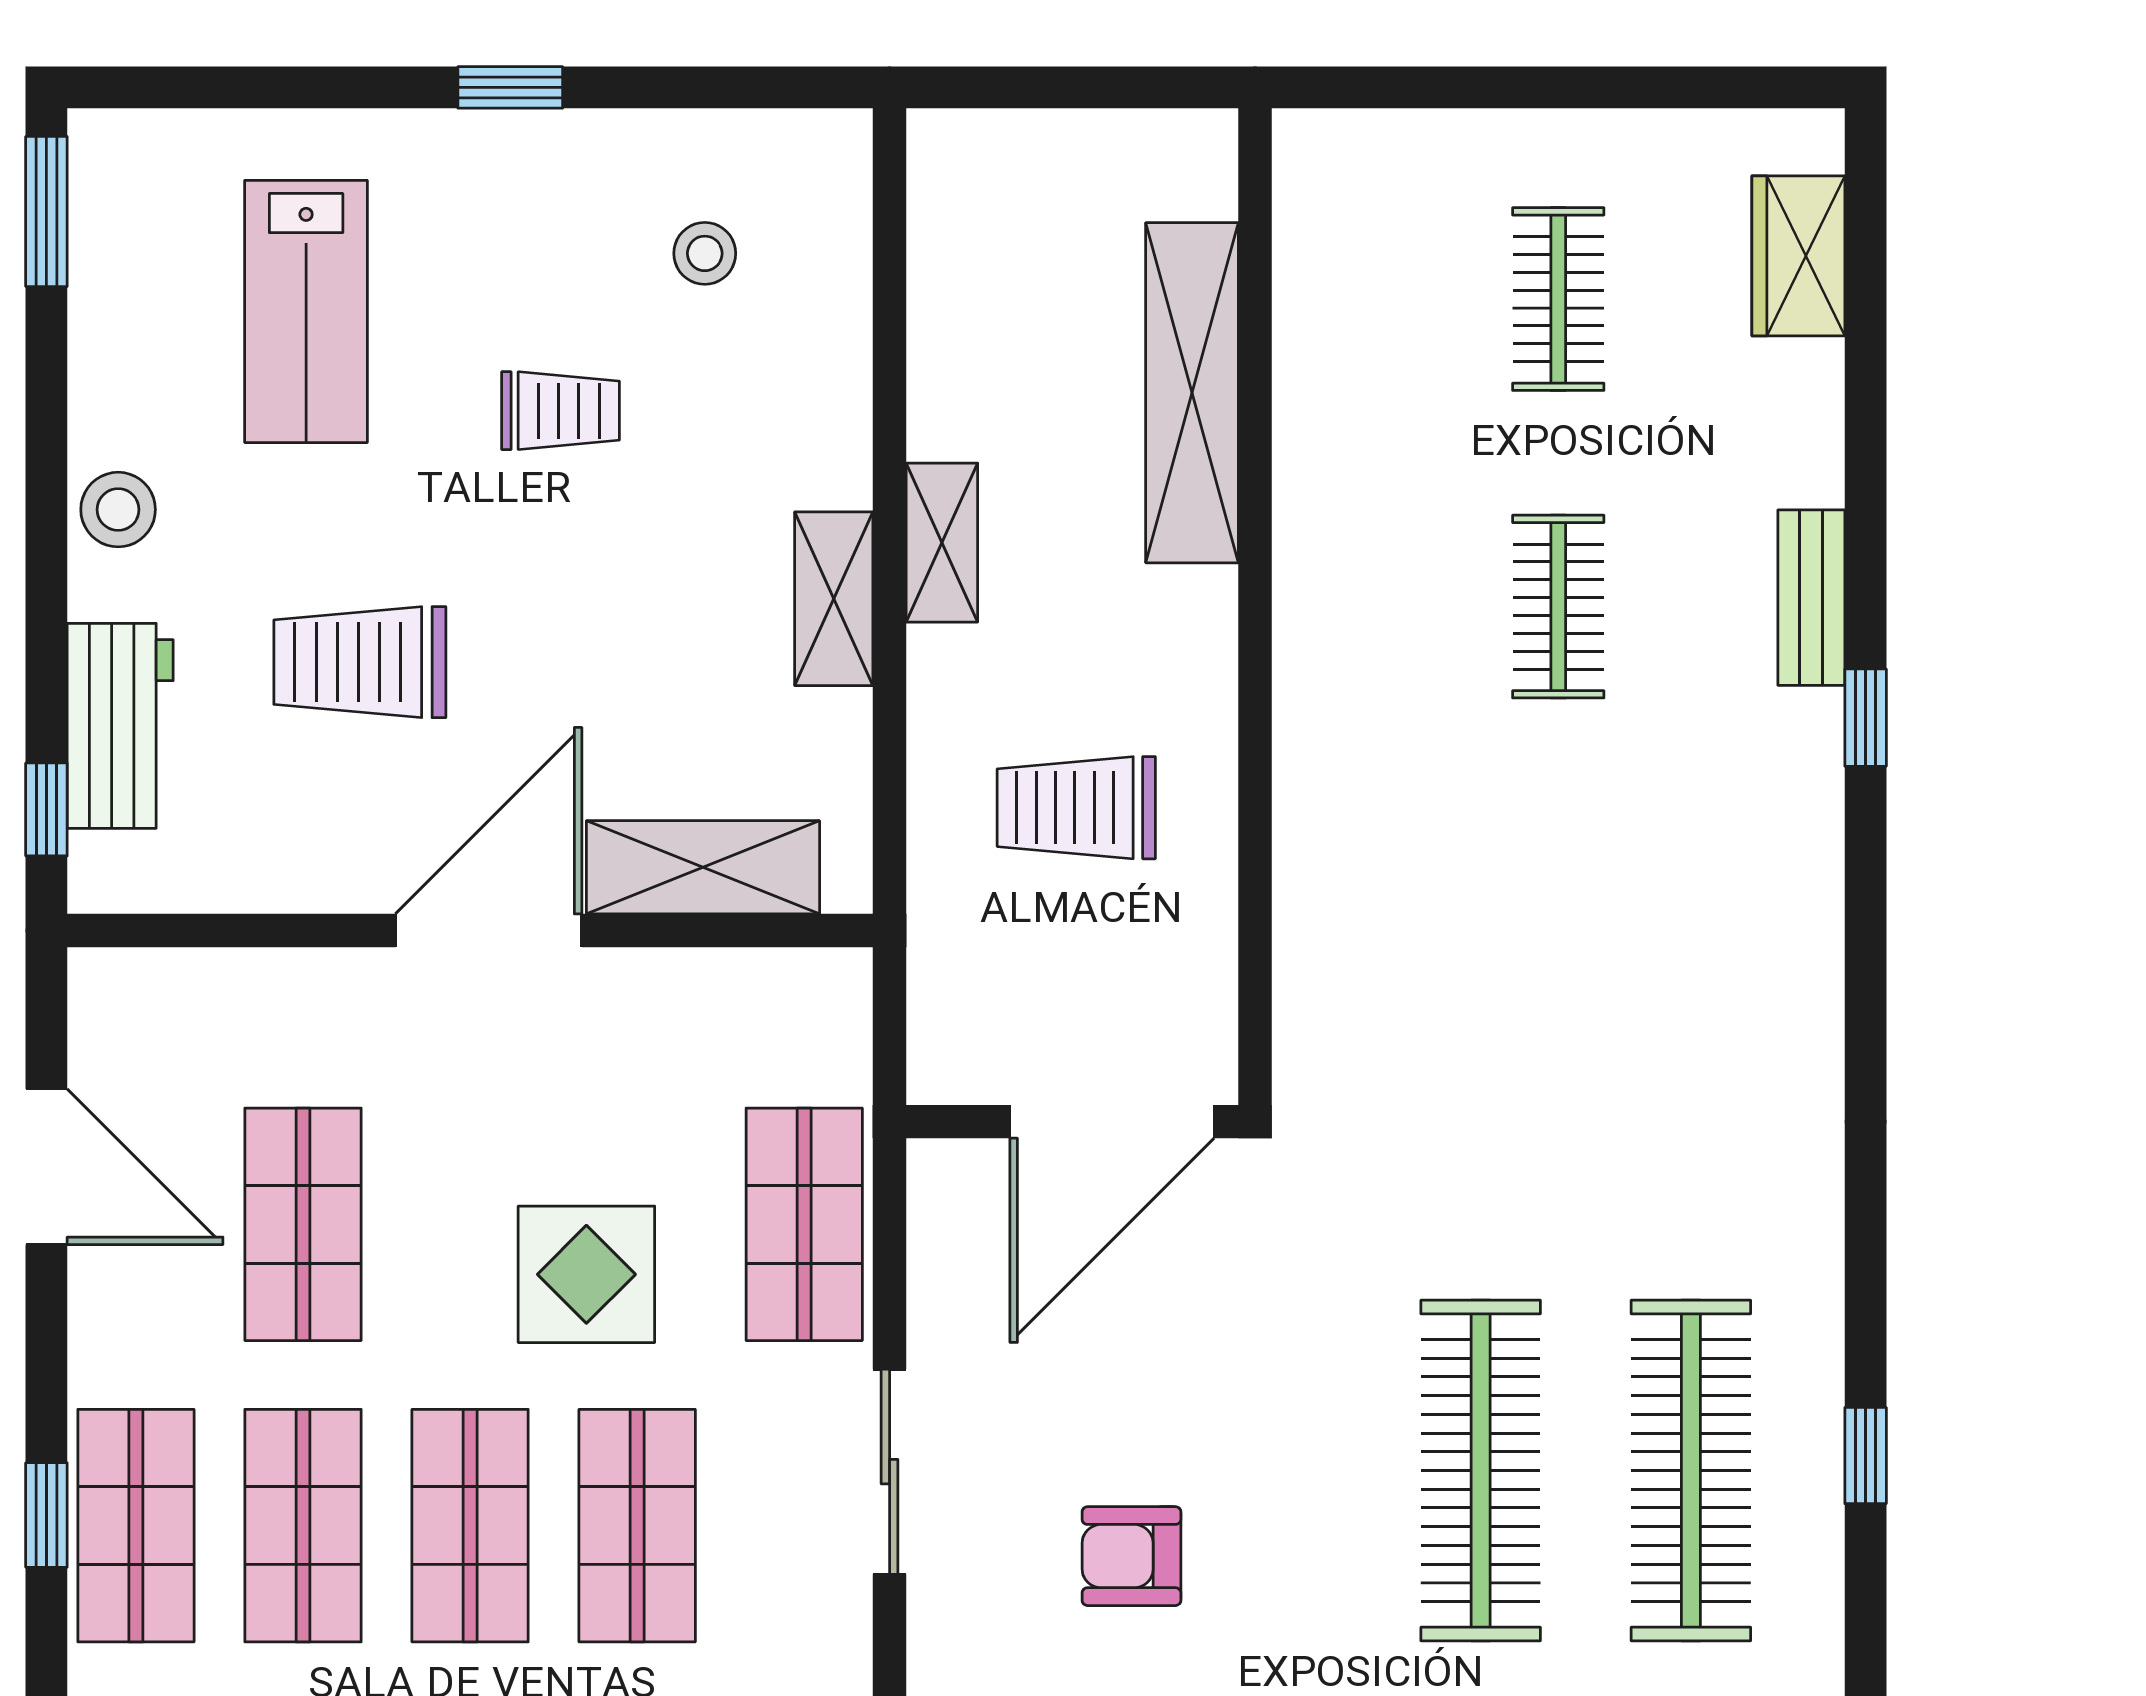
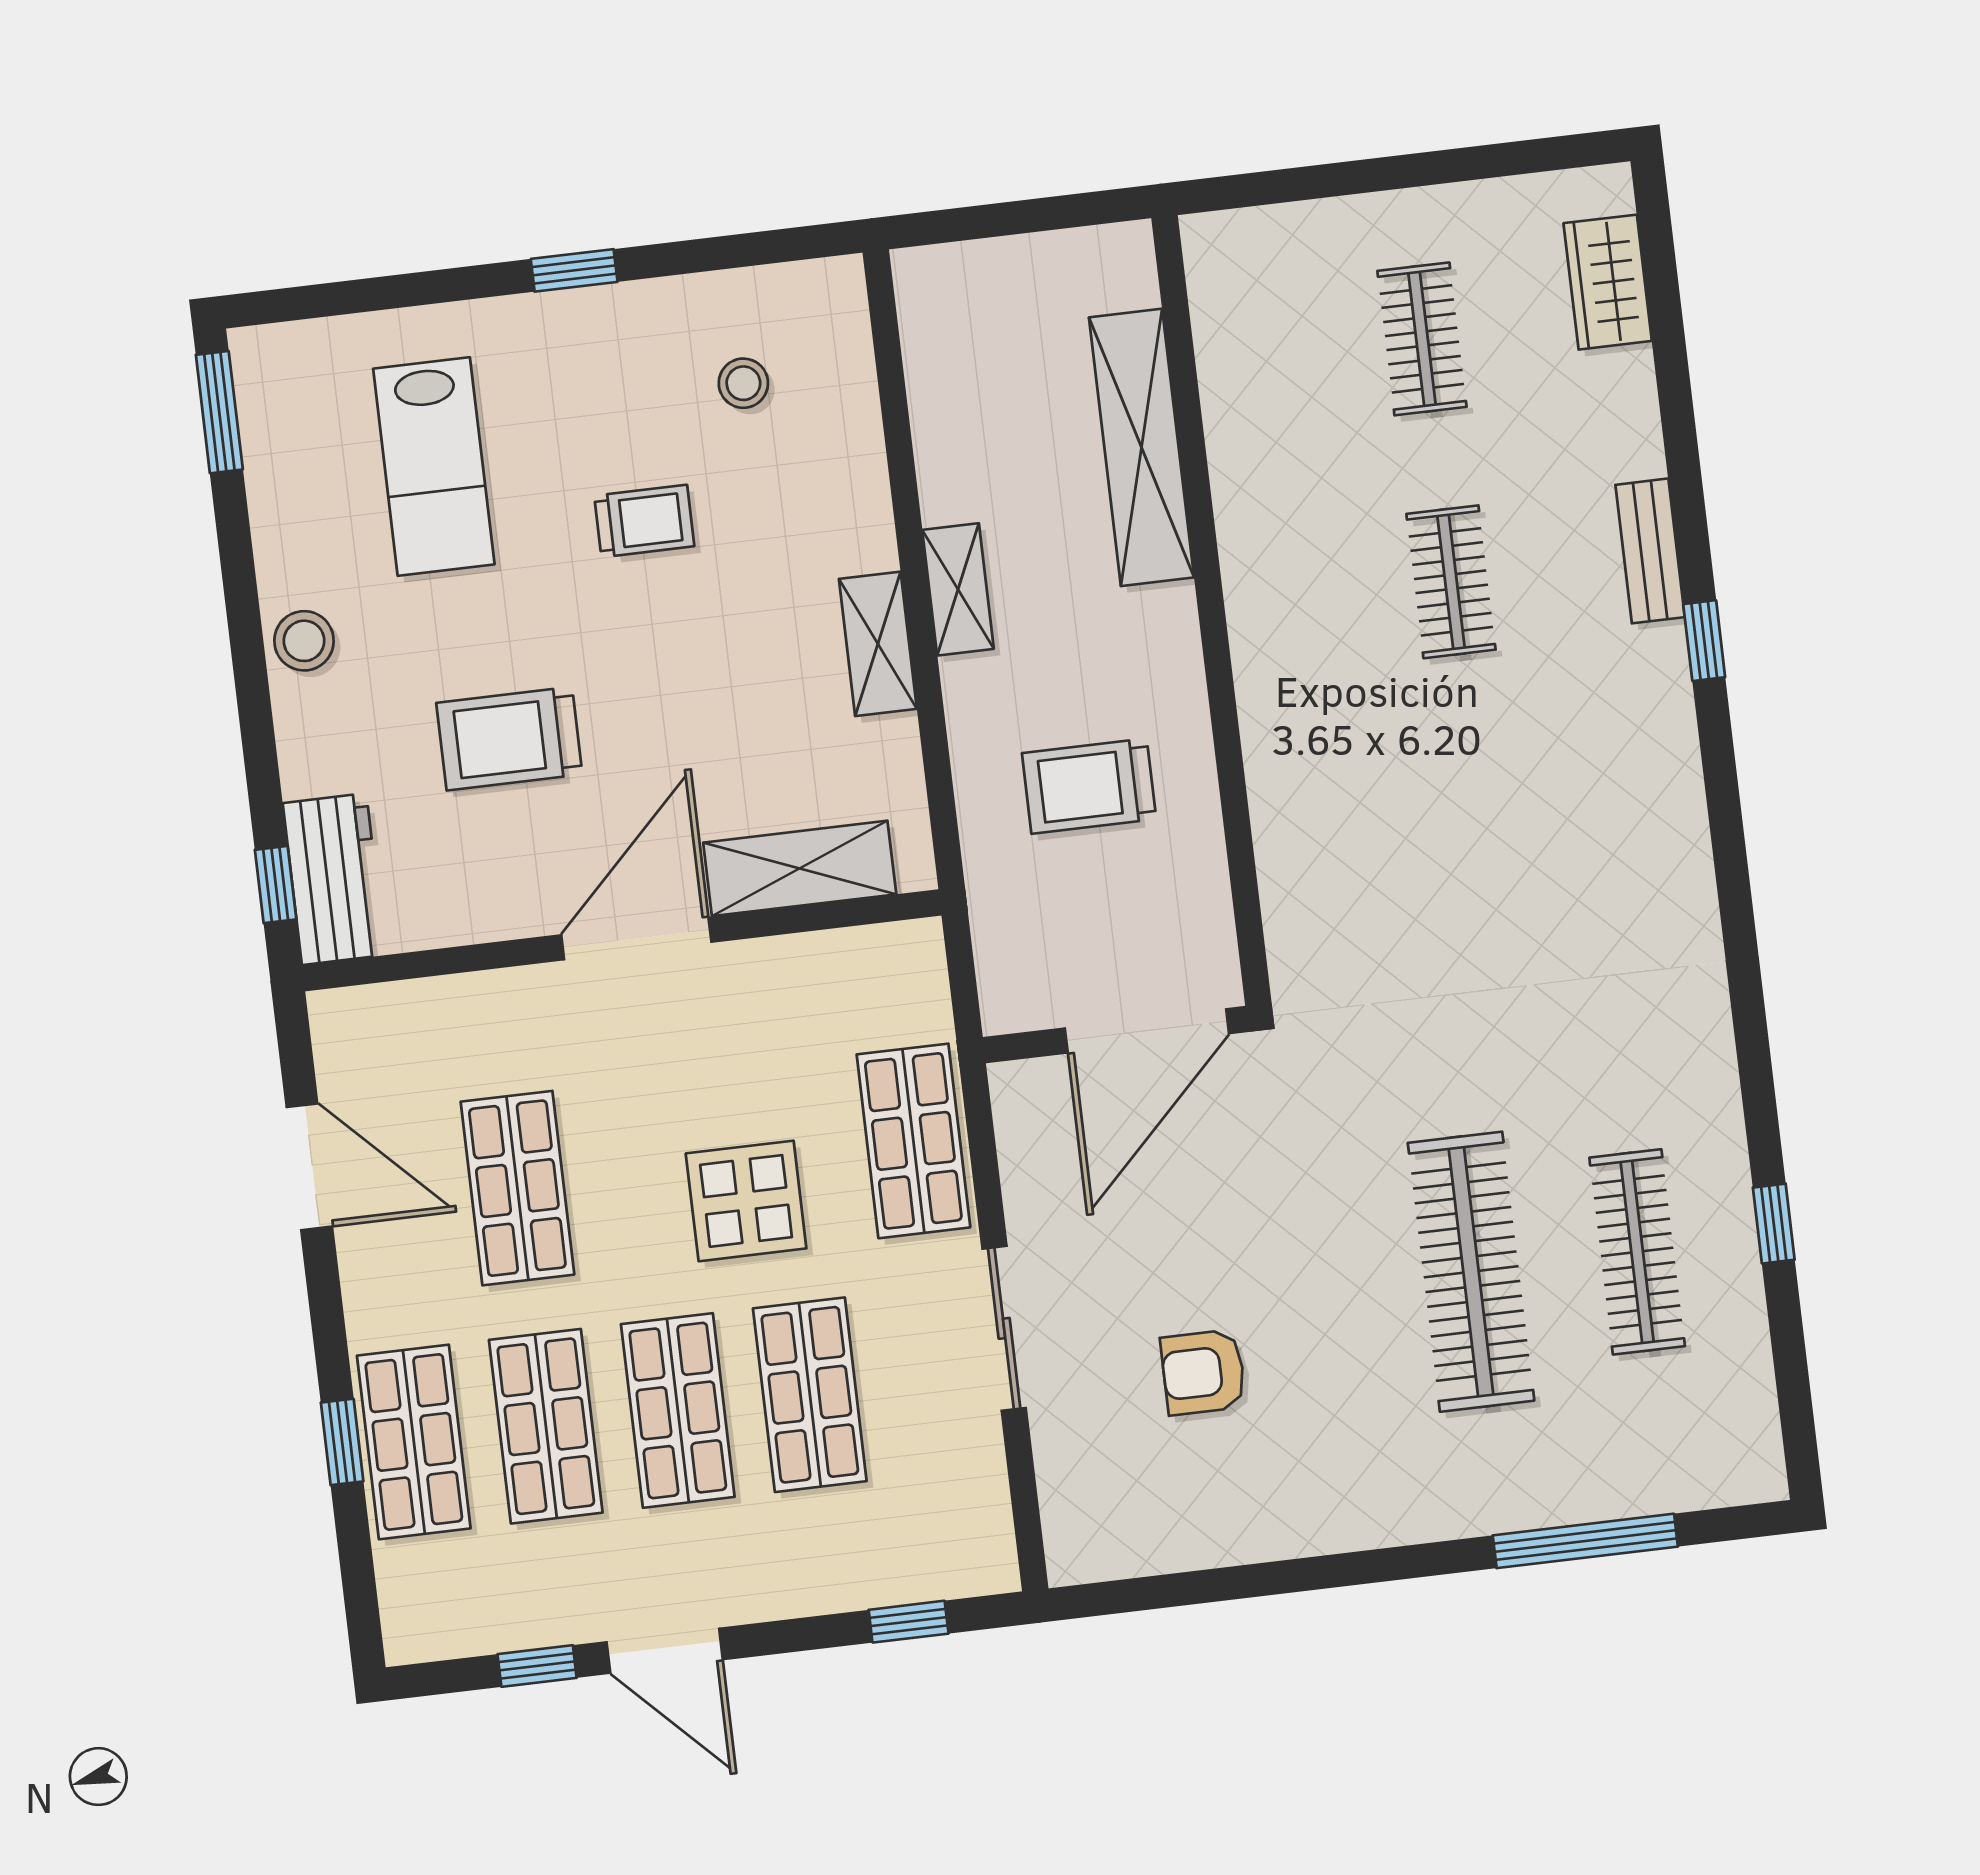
workbench: (120, 726) -> (334, 879), moved
clothes rail: (1691, 1470) -> (1637, 1252), width x0.73, depth x0.76

